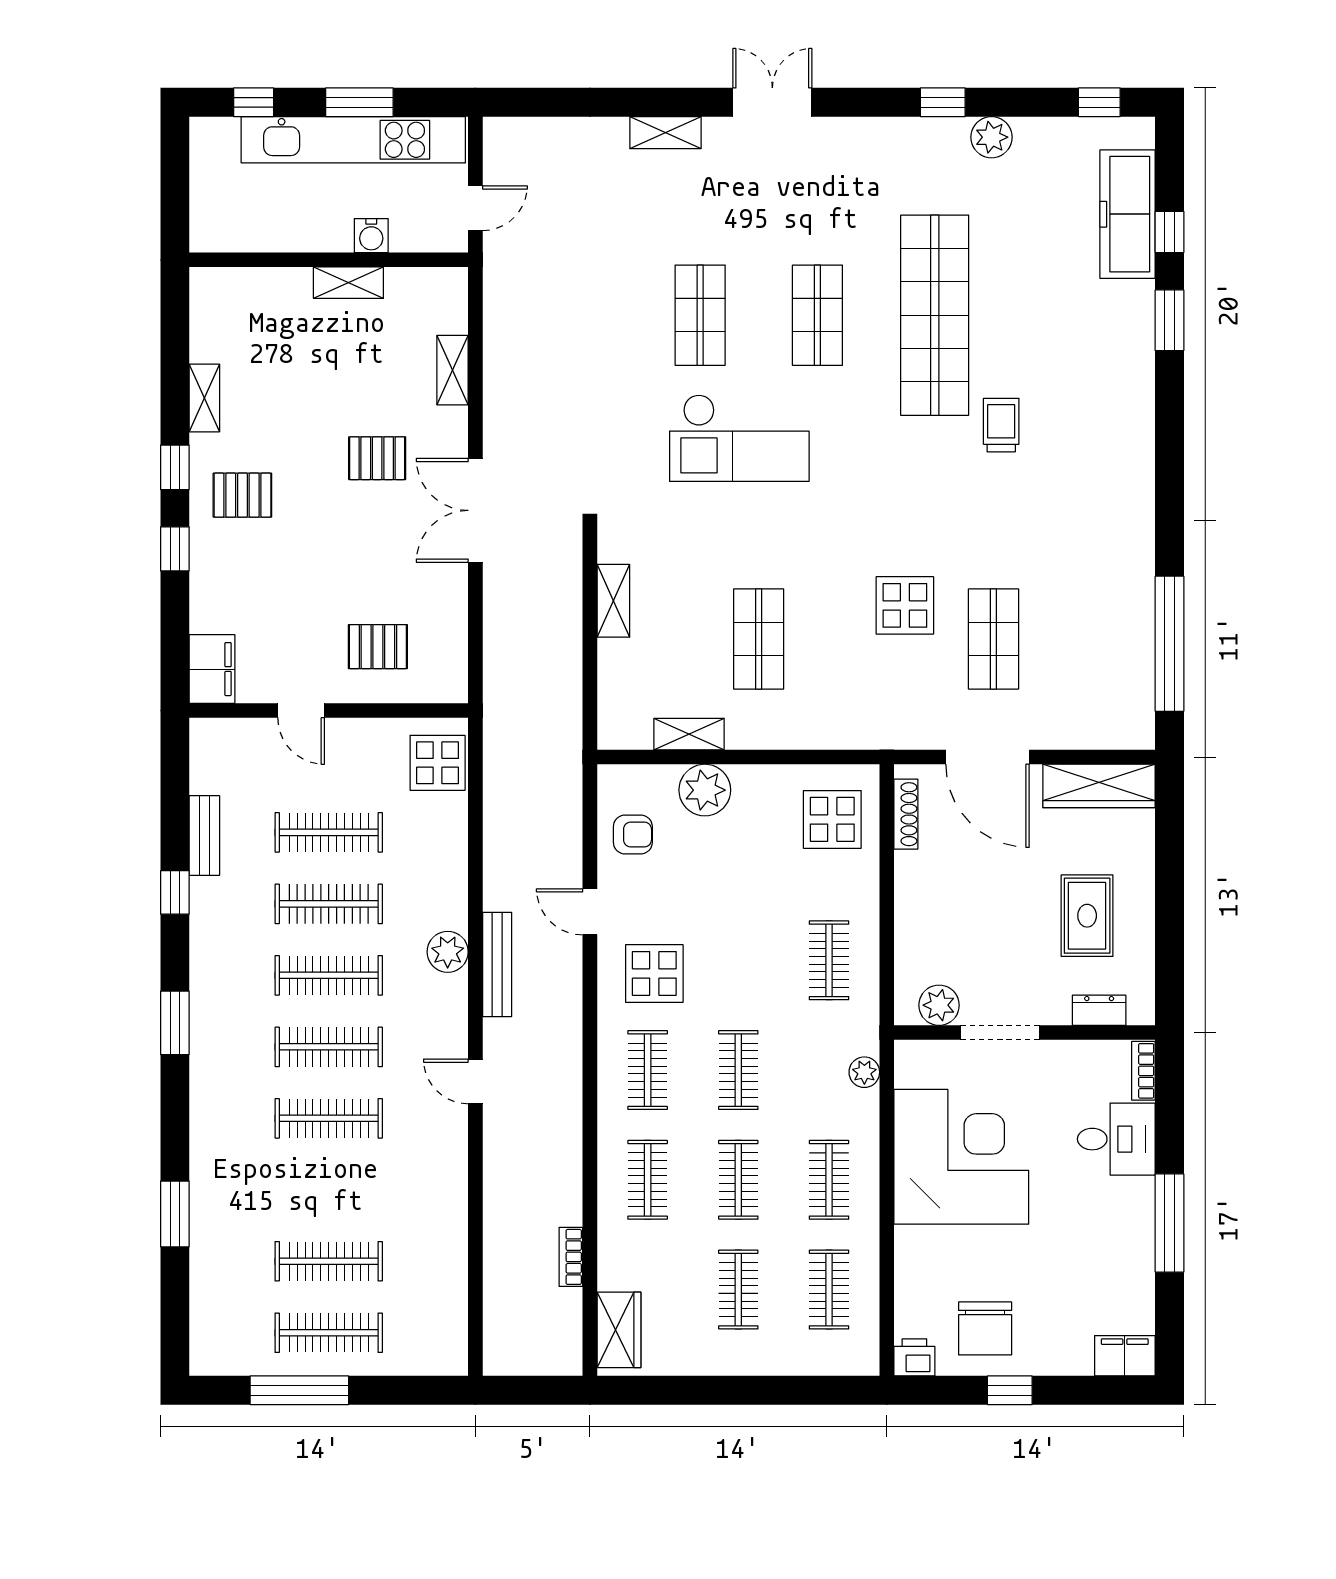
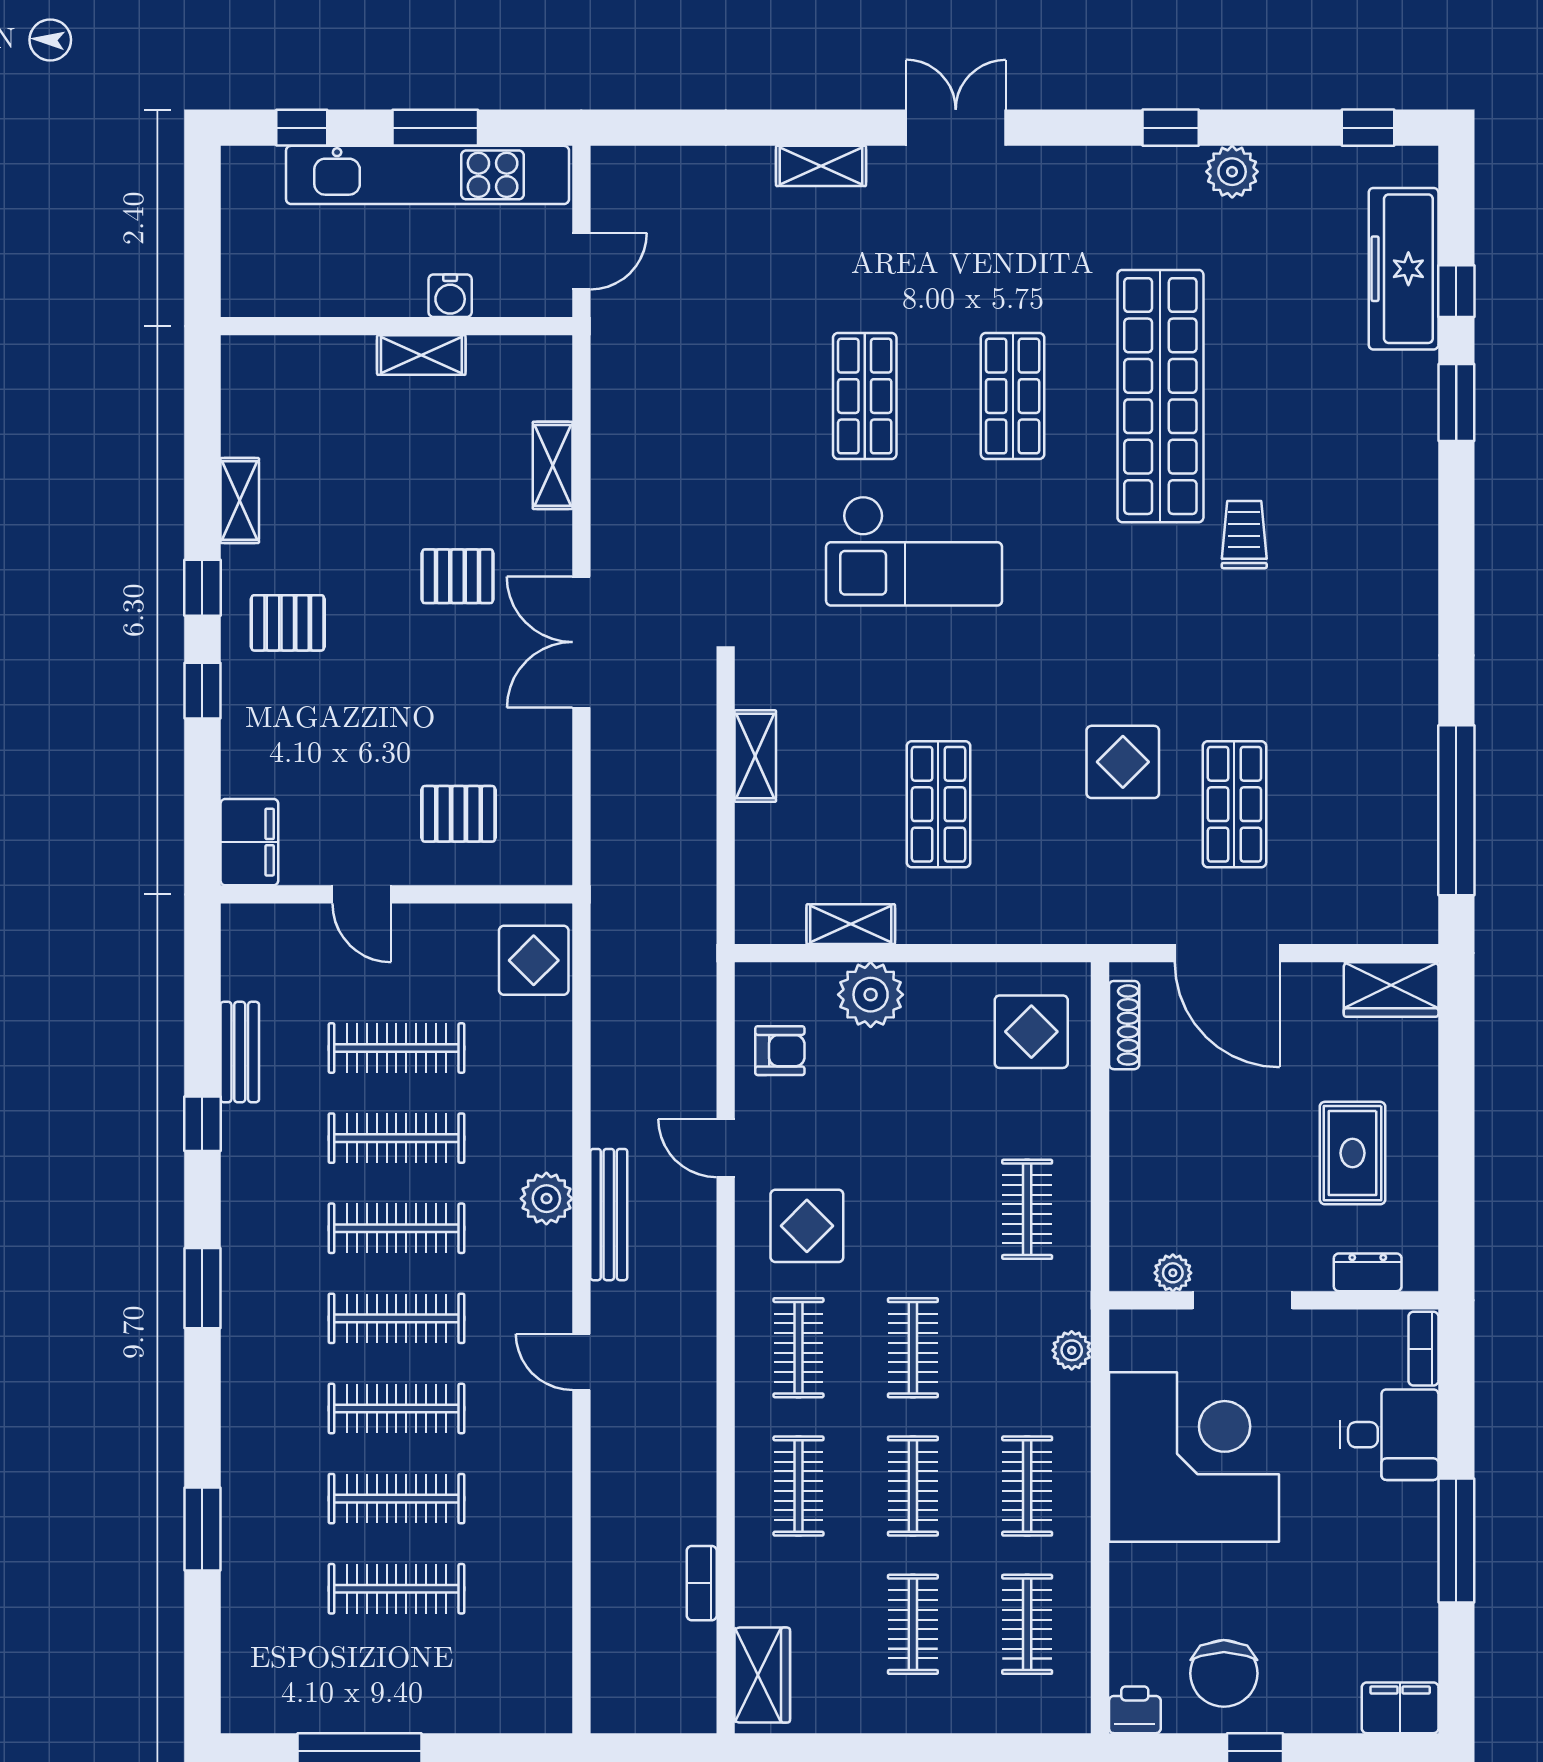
wardrobe: (1099, 786) -> (1391, 989), width x0.67
plant: (939, 1005) -> (1173, 1273), width x0.73, depth x0.73
clothes rail: (329, 1333) -> (396, 1499), moved

